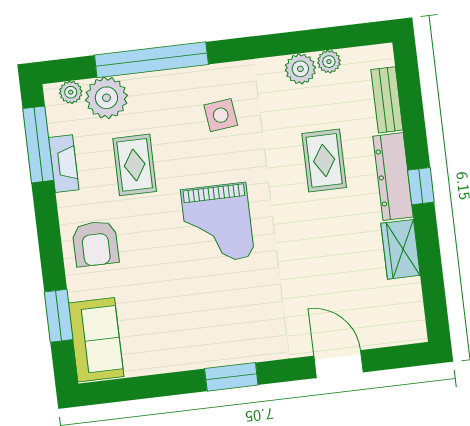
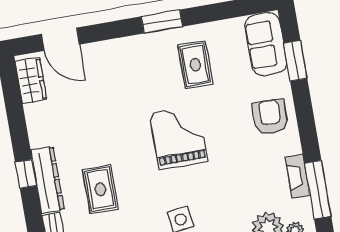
rug: (135, 165) -> (195, 65), moved
wardrobe: (401, 249) -> (31, 81), moved
door: (339, 364) -> (60, 39), moved

